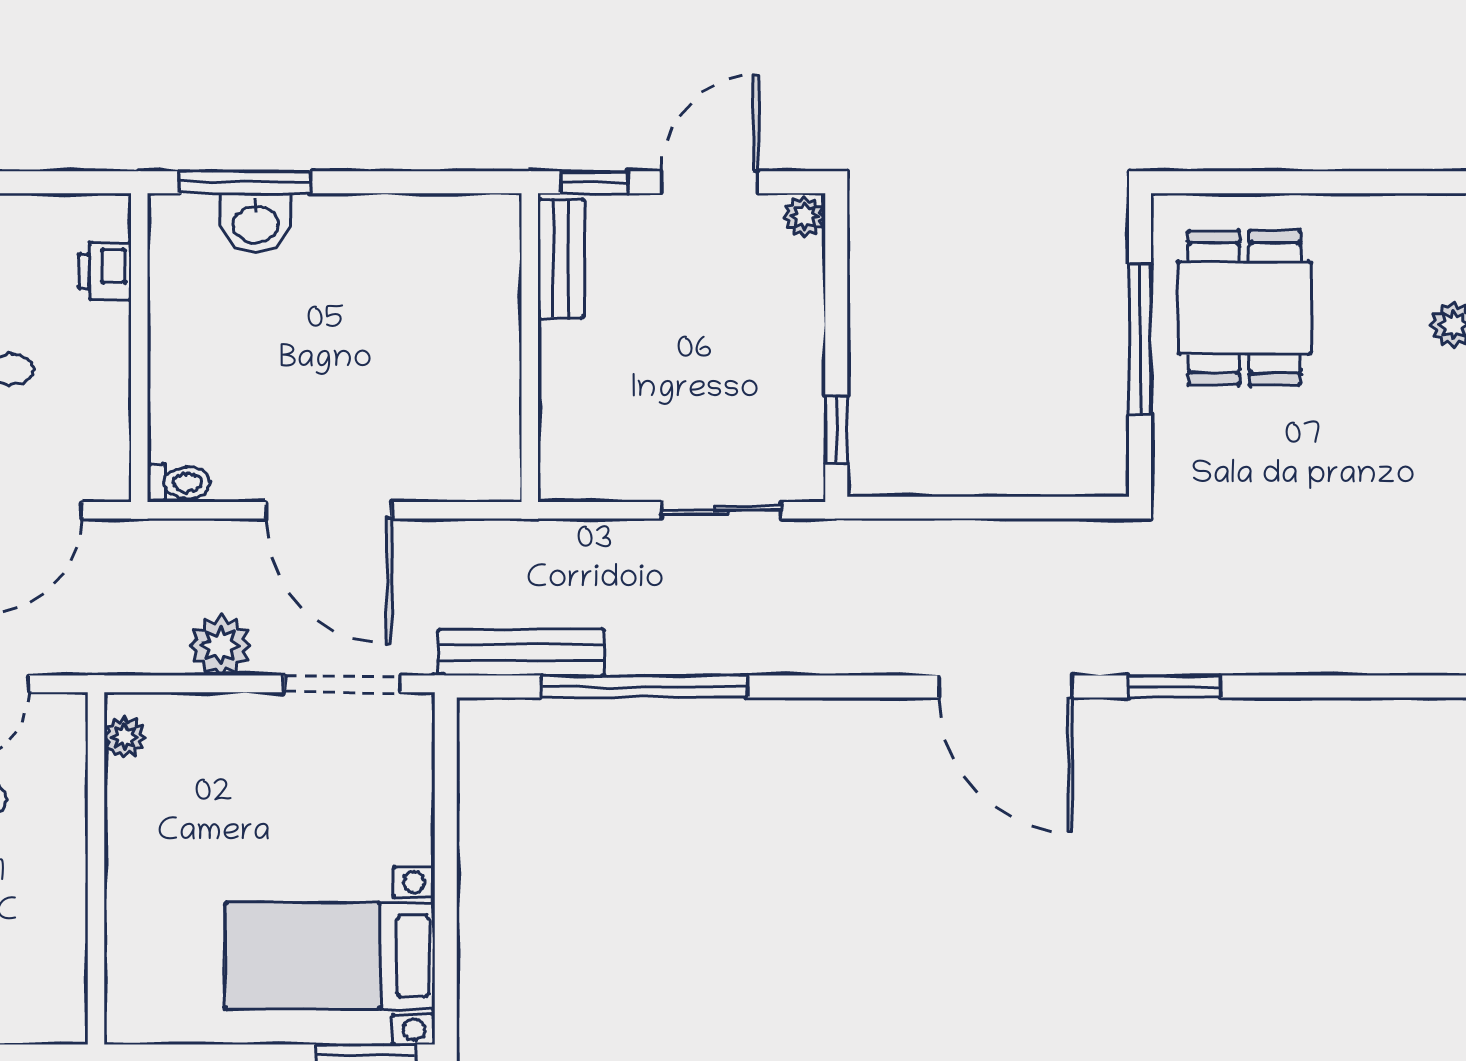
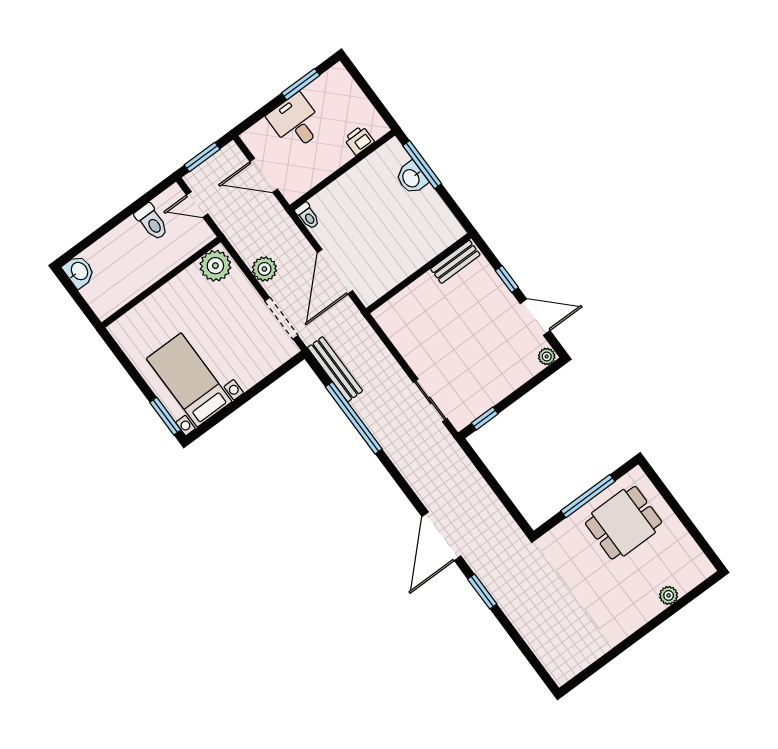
bench: (561, 259) -> (455, 262), moved
wall: (530, 348) -> (419, 273), moved
plant: (125, 737) -> (215, 266), width x1.87, depth x1.87

